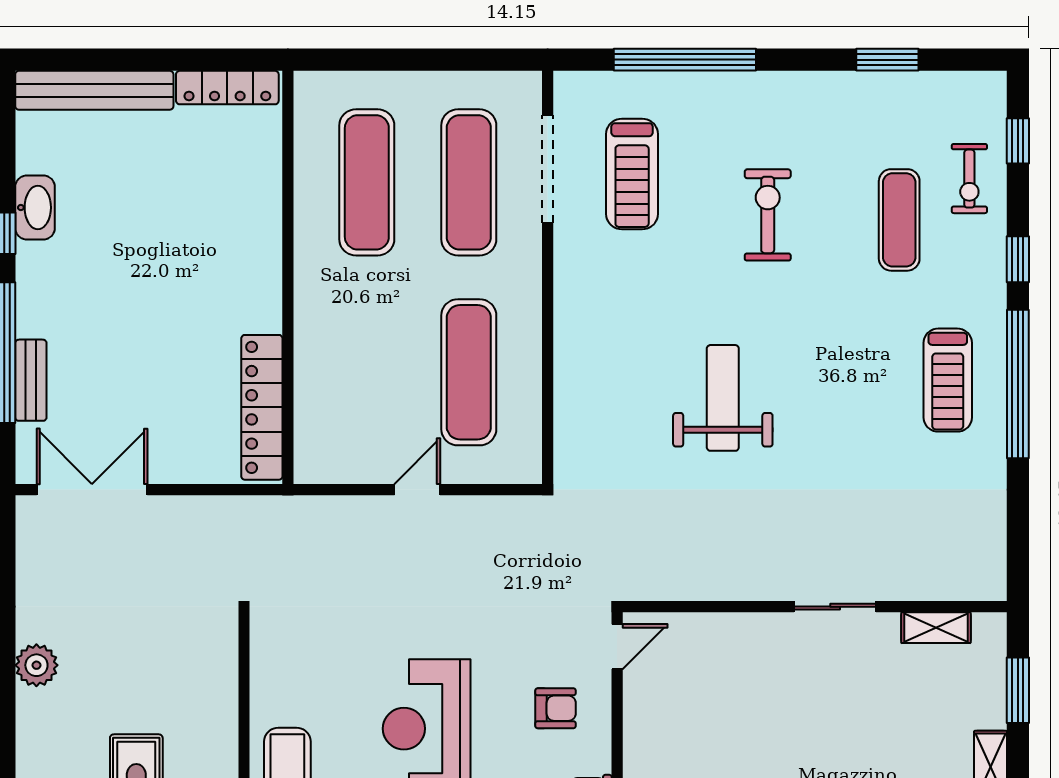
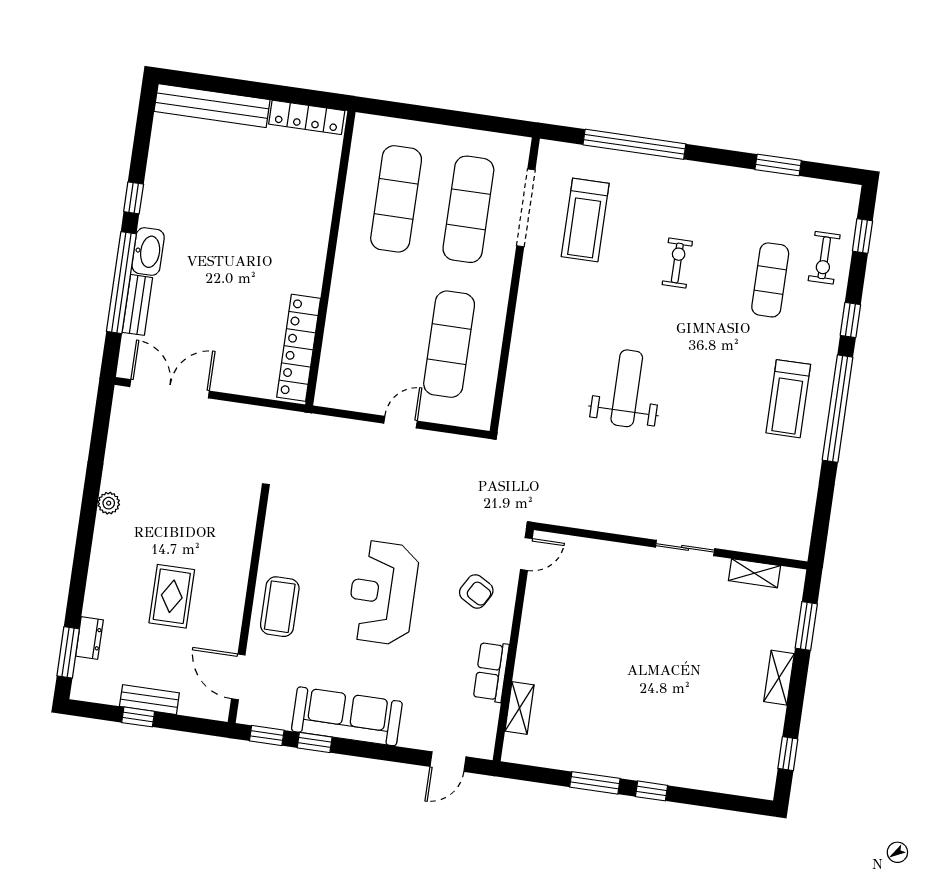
washbasin: (35, 208) -> (148, 251), moved
exercise bike: (768, 215) -> (677, 263), width x0.73, depth x0.72
plant: (36, 665) -> (109, 503), width x0.73, depth x0.73
armchair: (556, 708) -> (476, 591), turned 30

